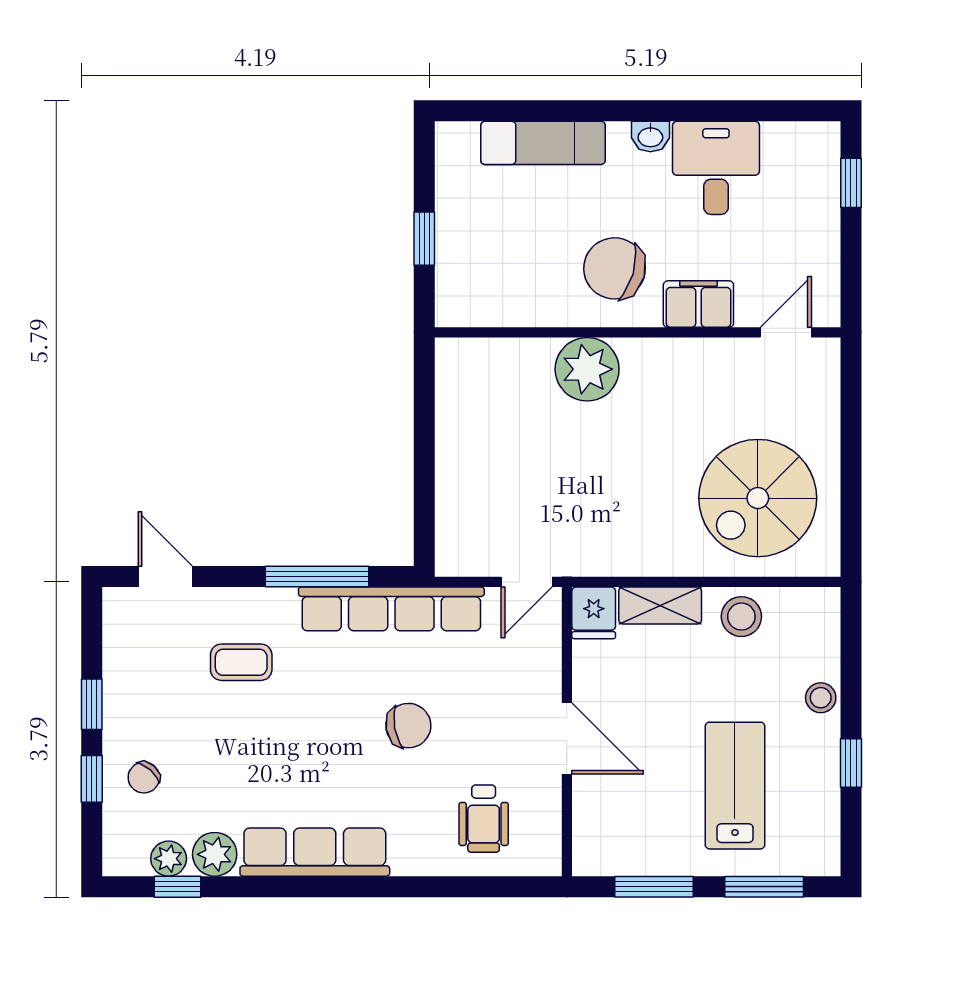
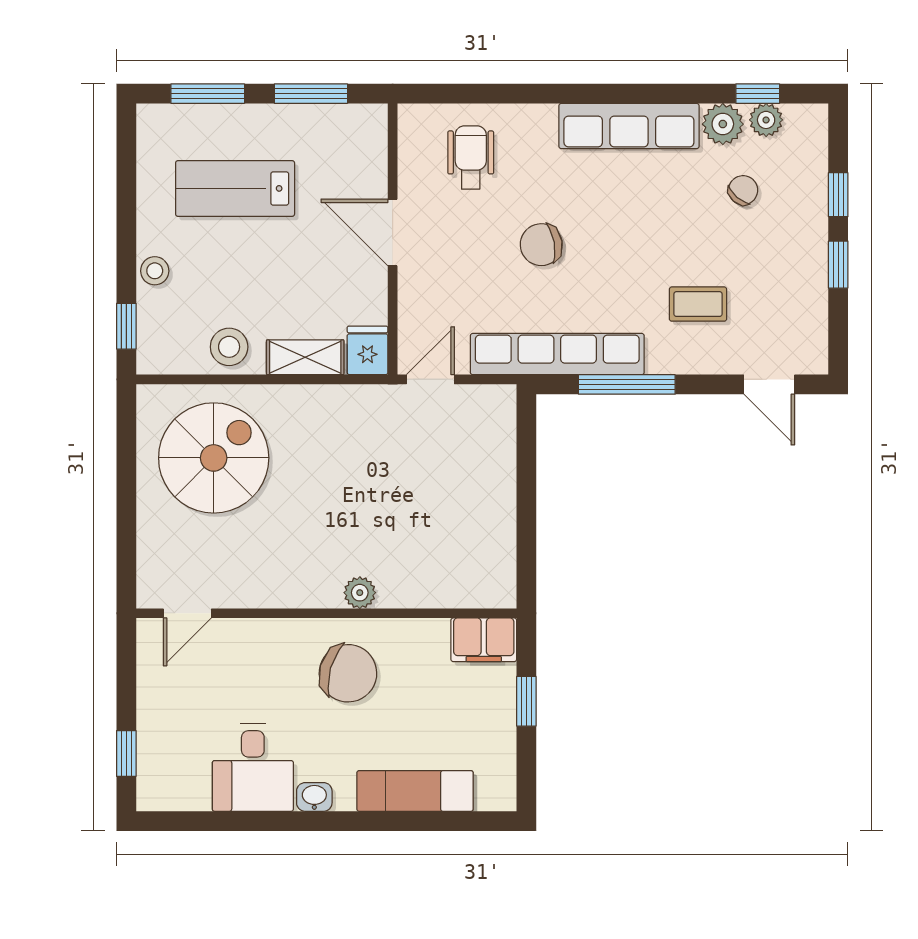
filing cabinet: (698, 304) -> (484, 640), moved
plant: (587, 369) -> (360, 593), width x0.53, depth x0.53
window: (851, 763) -> (126, 326), moved
chair: (144, 777) -> (743, 190), moved
lab bench: (735, 786) -> (235, 188), turned 90

